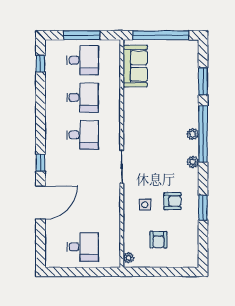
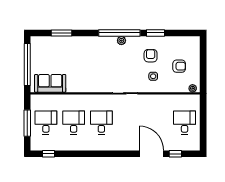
plant: (193, 134) -> (101, 41), removed
window: (203, 134) -> (119, 33), moved
window: (41, 163) -> (175, 154), moved

